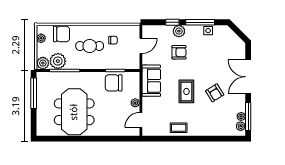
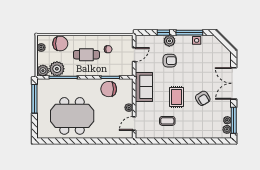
meeting table: (74, 112) -> (72, 116), turned 90
coffee table: (179, 128) -> (167, 121), moved

